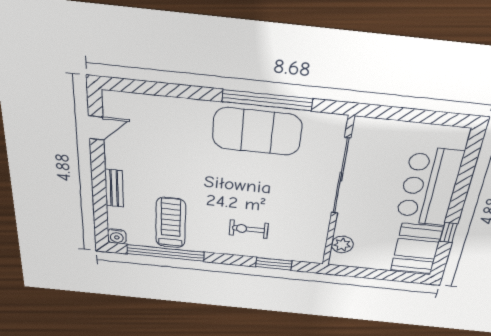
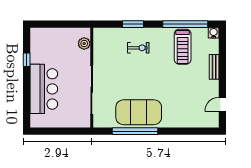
booth: (417, 249) -> (42, 46), removed
window: (274, 264) -> (133, 24), moved

